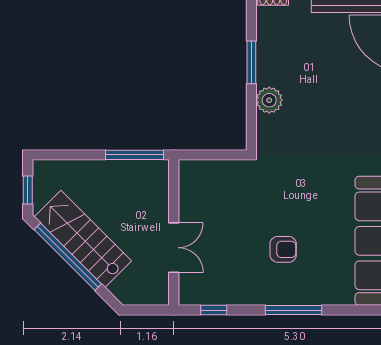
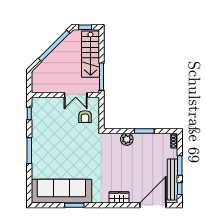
stairs: (83, 239) -> (91, 54), moved, turned 135
double door: (174, 248) -> (76, 95), moved
armchair: (283, 249) -> (85, 117), moved

